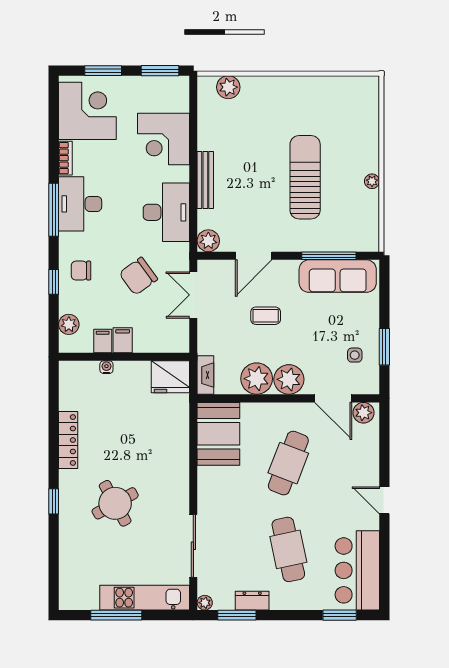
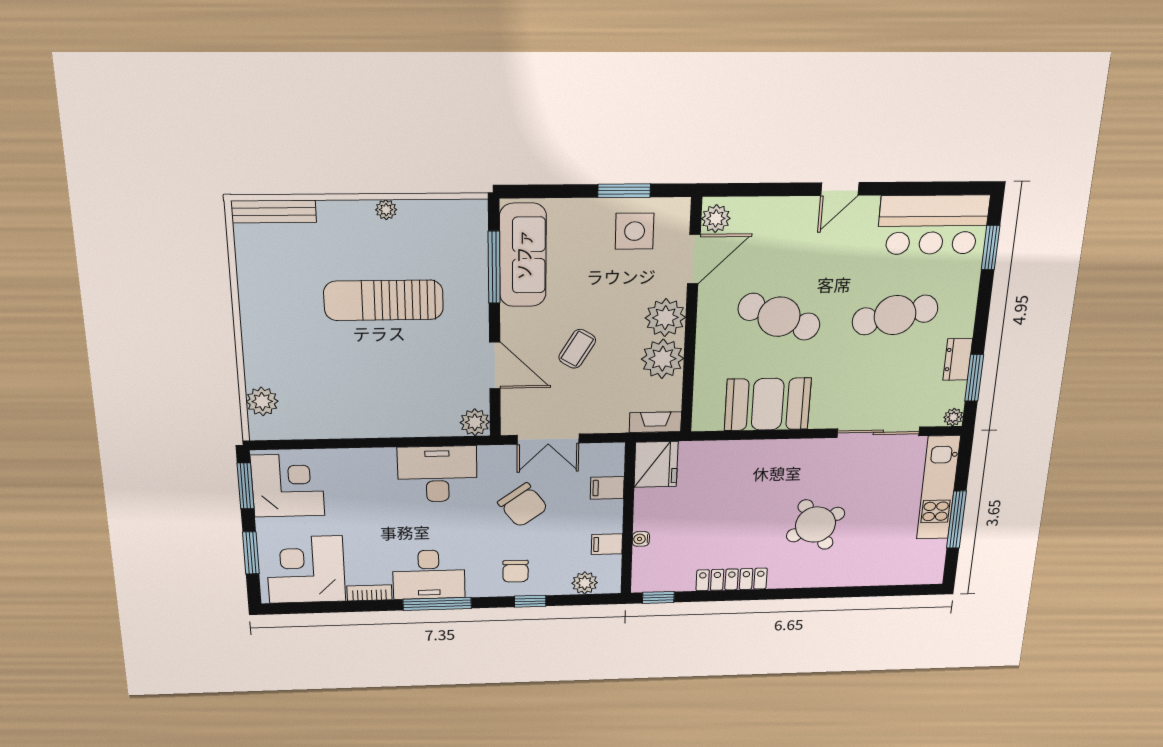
corner desk: (163, 139) -> (288, 485), moved, turned -90
bench: (205, 180) -> (274, 212), moved
coffee table: (266, 316) -> (577, 349), turned 31
filing cabinet: (123, 340) -> (607, 488), moved
side table: (355, 355) -> (635, 231), width x1.87, depth x1.87
booth: (218, 434) -> (768, 404), moved
window: (54, 501) -> (658, 597), moved

